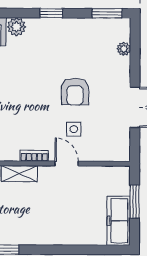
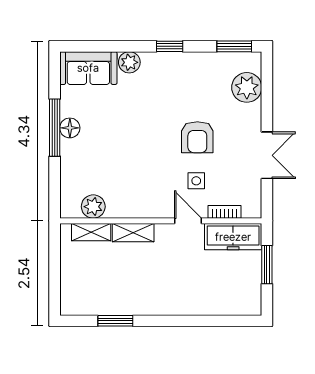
plant: (124, 49) -> (247, 87), width x1.88, depth x1.88
bookcase: (34, 156) -> (224, 212), moved
freezer: (119, 221) -> (233, 237), moved, turned -90

